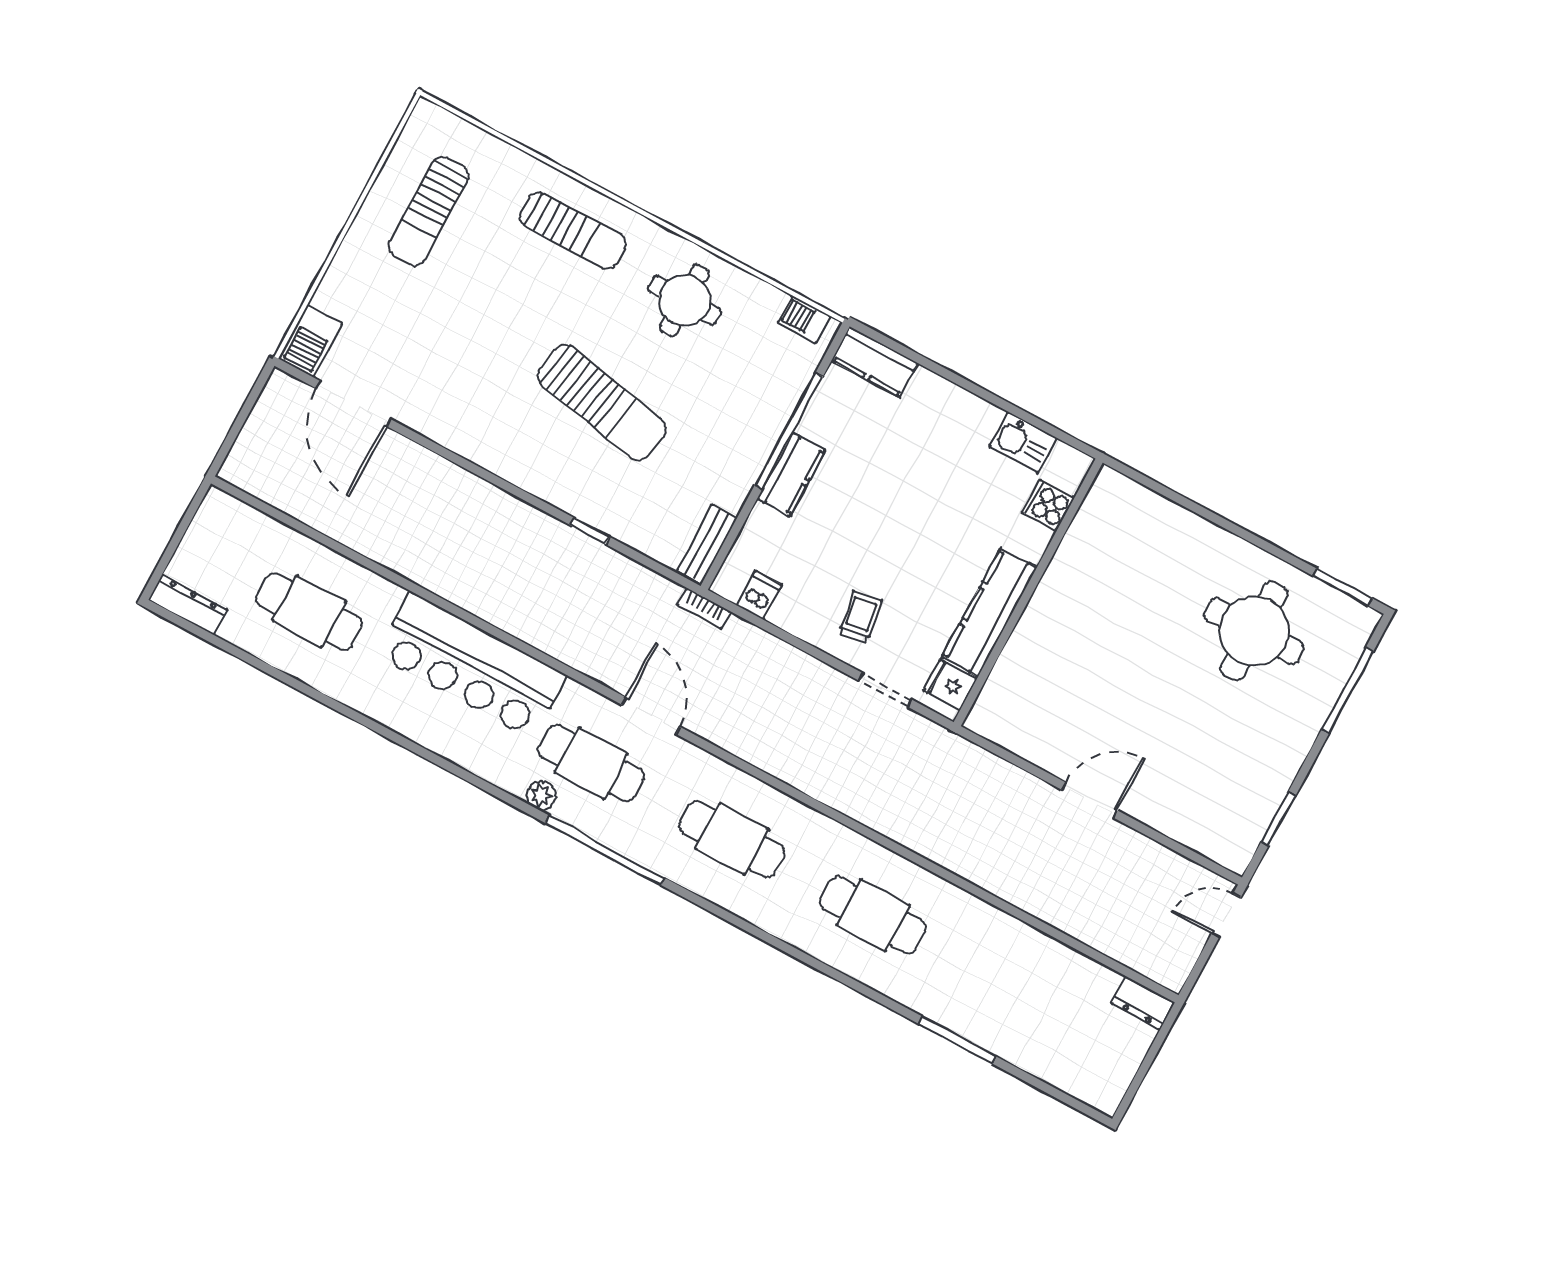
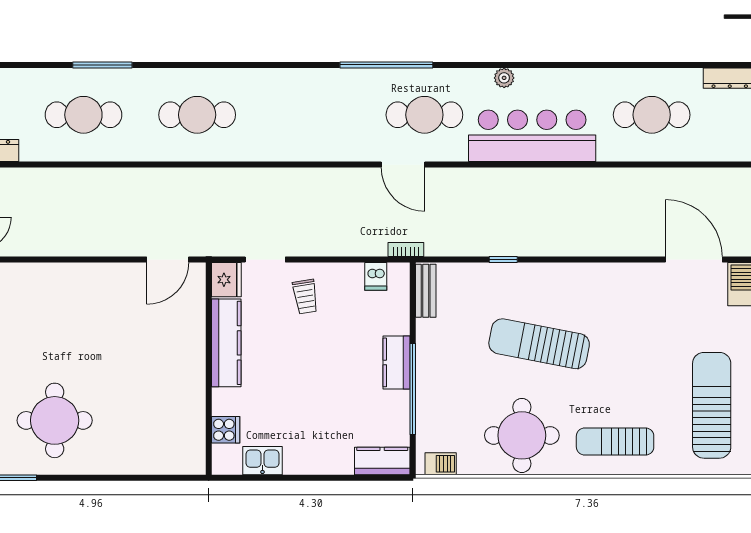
sun lounger: (429, 211) -> (712, 405), width x1.36, depth x1.34
round table: (684, 300) -> (522, 435), width x1.36, depth x1.36
fridge: (950, 685) -> (226, 280), width x1.38
plant: (541, 795) -> (504, 78), moved
door: (1090, 800) -> (168, 259), moved
cafe table: (732, 839) -> (83, 115), moved

